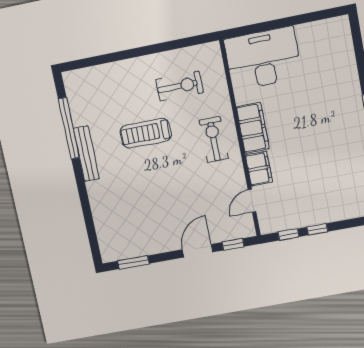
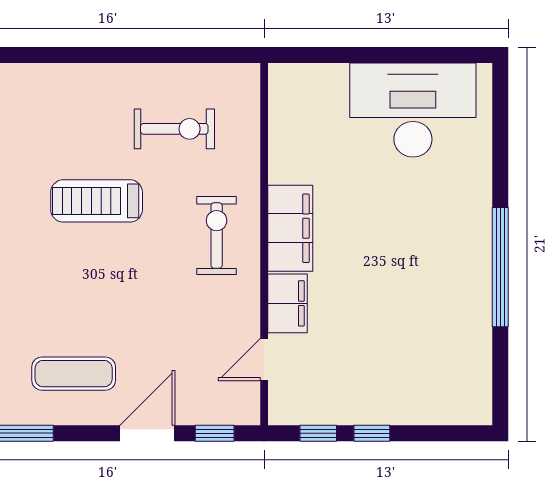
desk: (263, 59) -> (413, 110), moved
exercise mat: (152, 227) -> (74, 374), added

